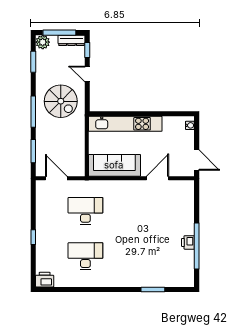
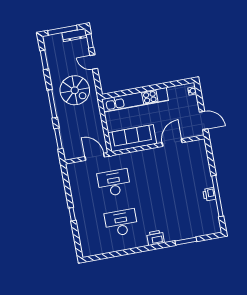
plant: (43, 42) -> (49, 41), removed
door: (56, 178) -> (95, 157), moved
printer: (45, 280) -> (155, 238), moved

